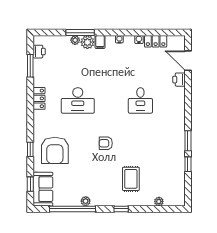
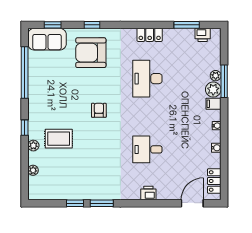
locker: (156, 41) -> (214, 181), moved
printer: (179, 80) -> (148, 193), moved
plant: (86, 201) -> (33, 146), moved

